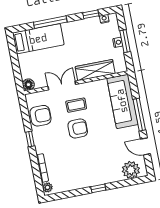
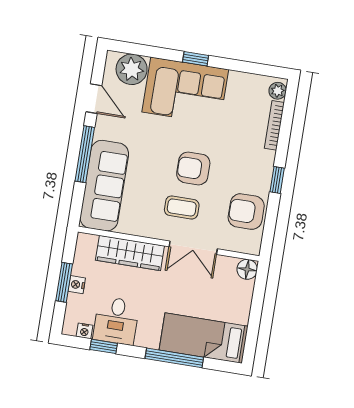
desk: (89, 31) -> (116, 321), added
corner sofa: (98, 169) -> (185, 91), added

